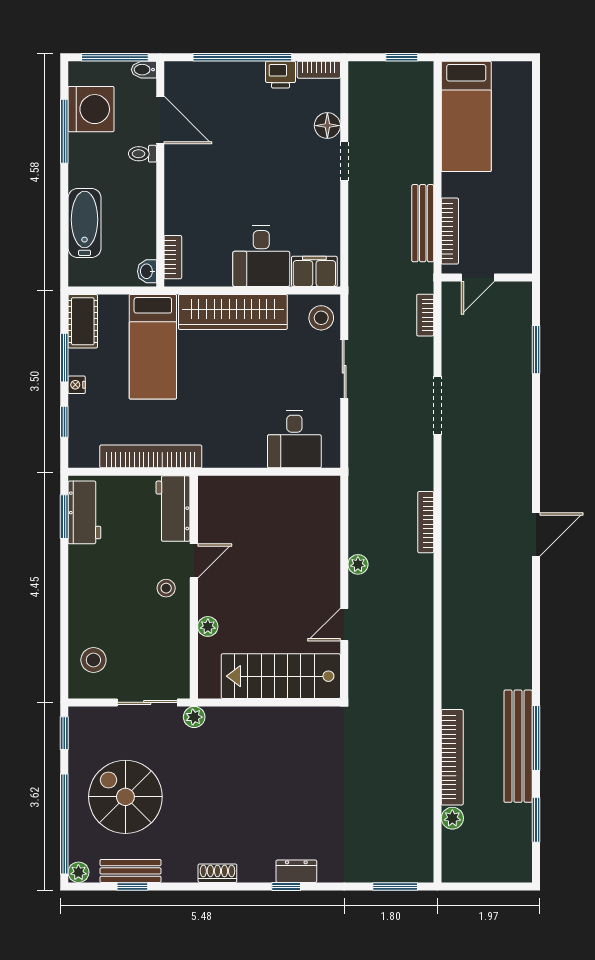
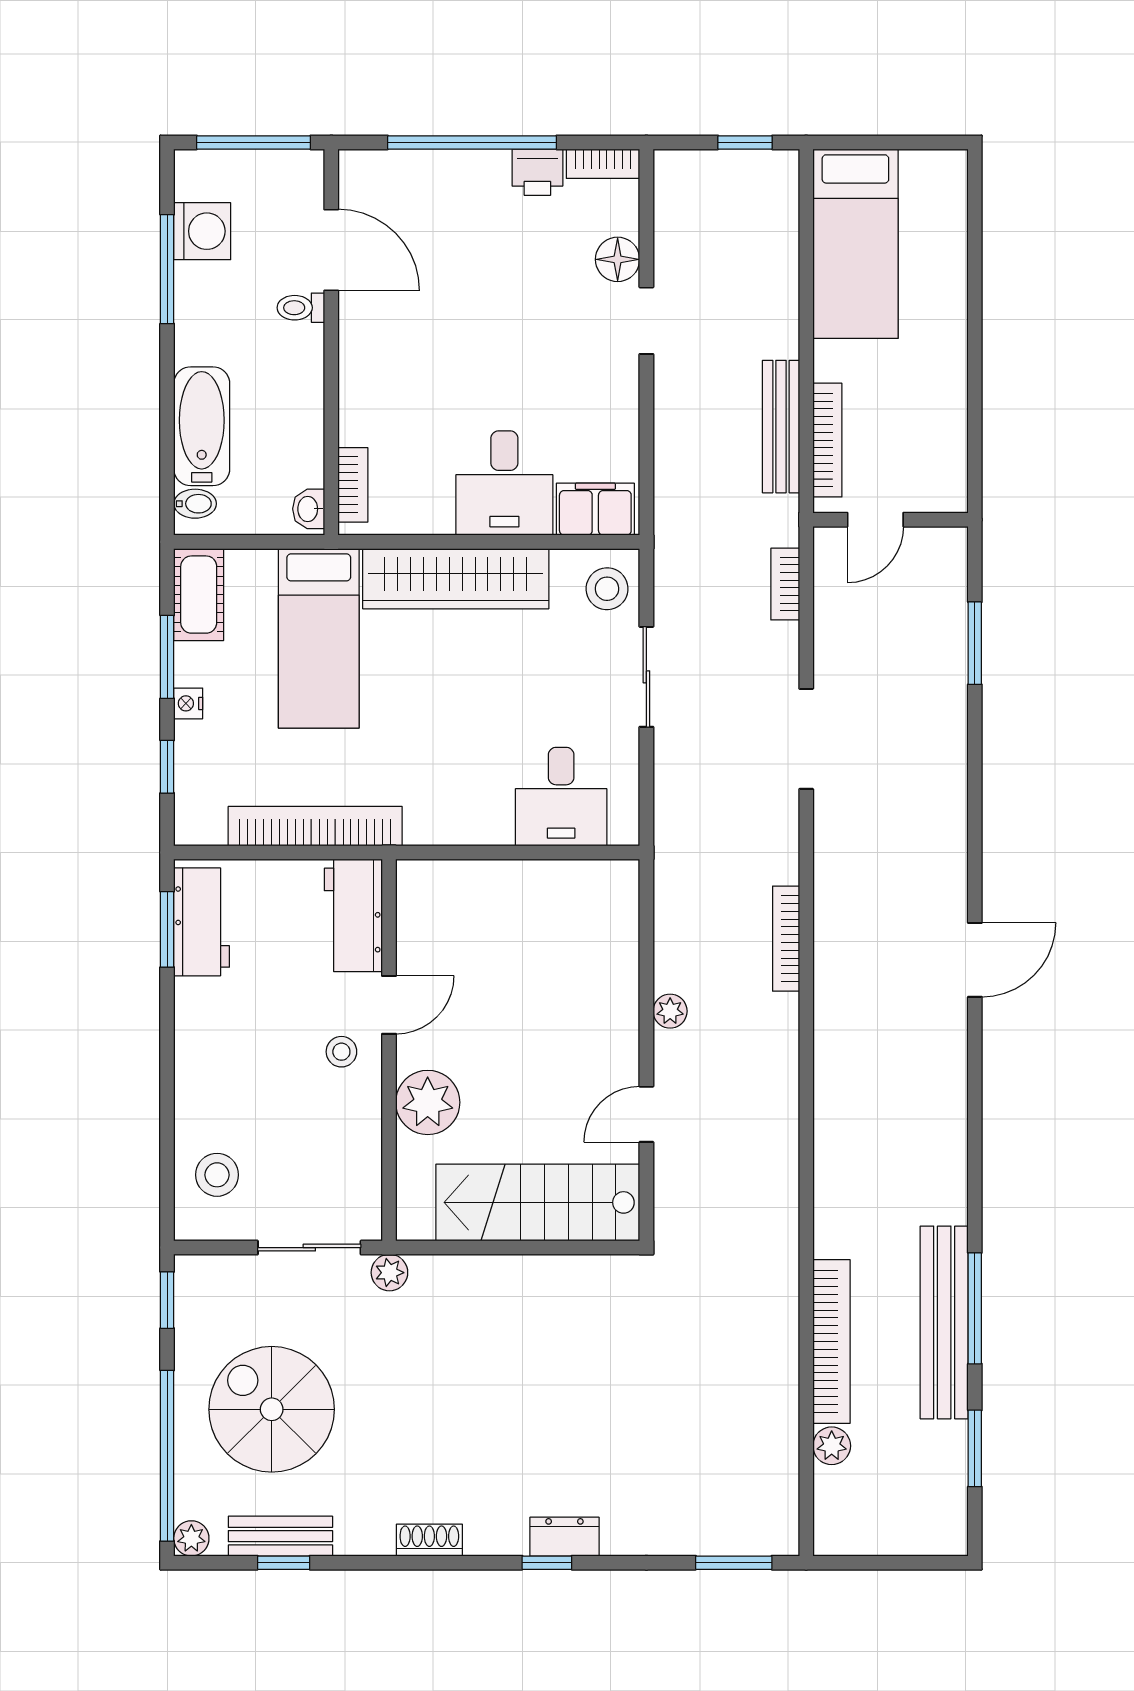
bidet: (144, 70) -> (195, 504), moved, turned 180
washing machine: (91, 109) -> (202, 231), width x0.73, depth x0.73
plant: (208, 626) -> (428, 1102), width x1.87, depth x1.87

